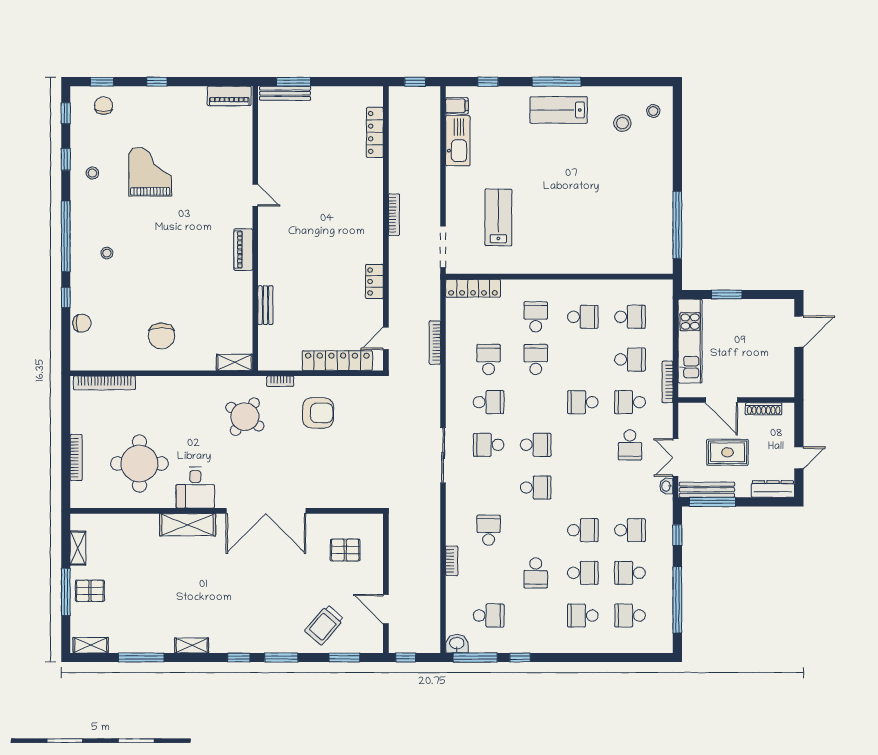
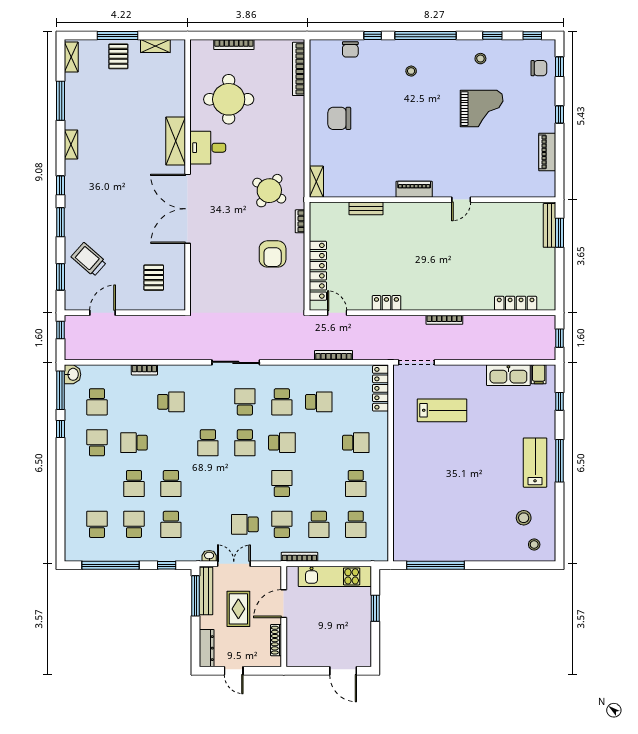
piano: (229, 96) -> (547, 152), moved
school desk: (536, 359) -> (282, 443), moved
school desk: (583, 616) -> (97, 443), moved

